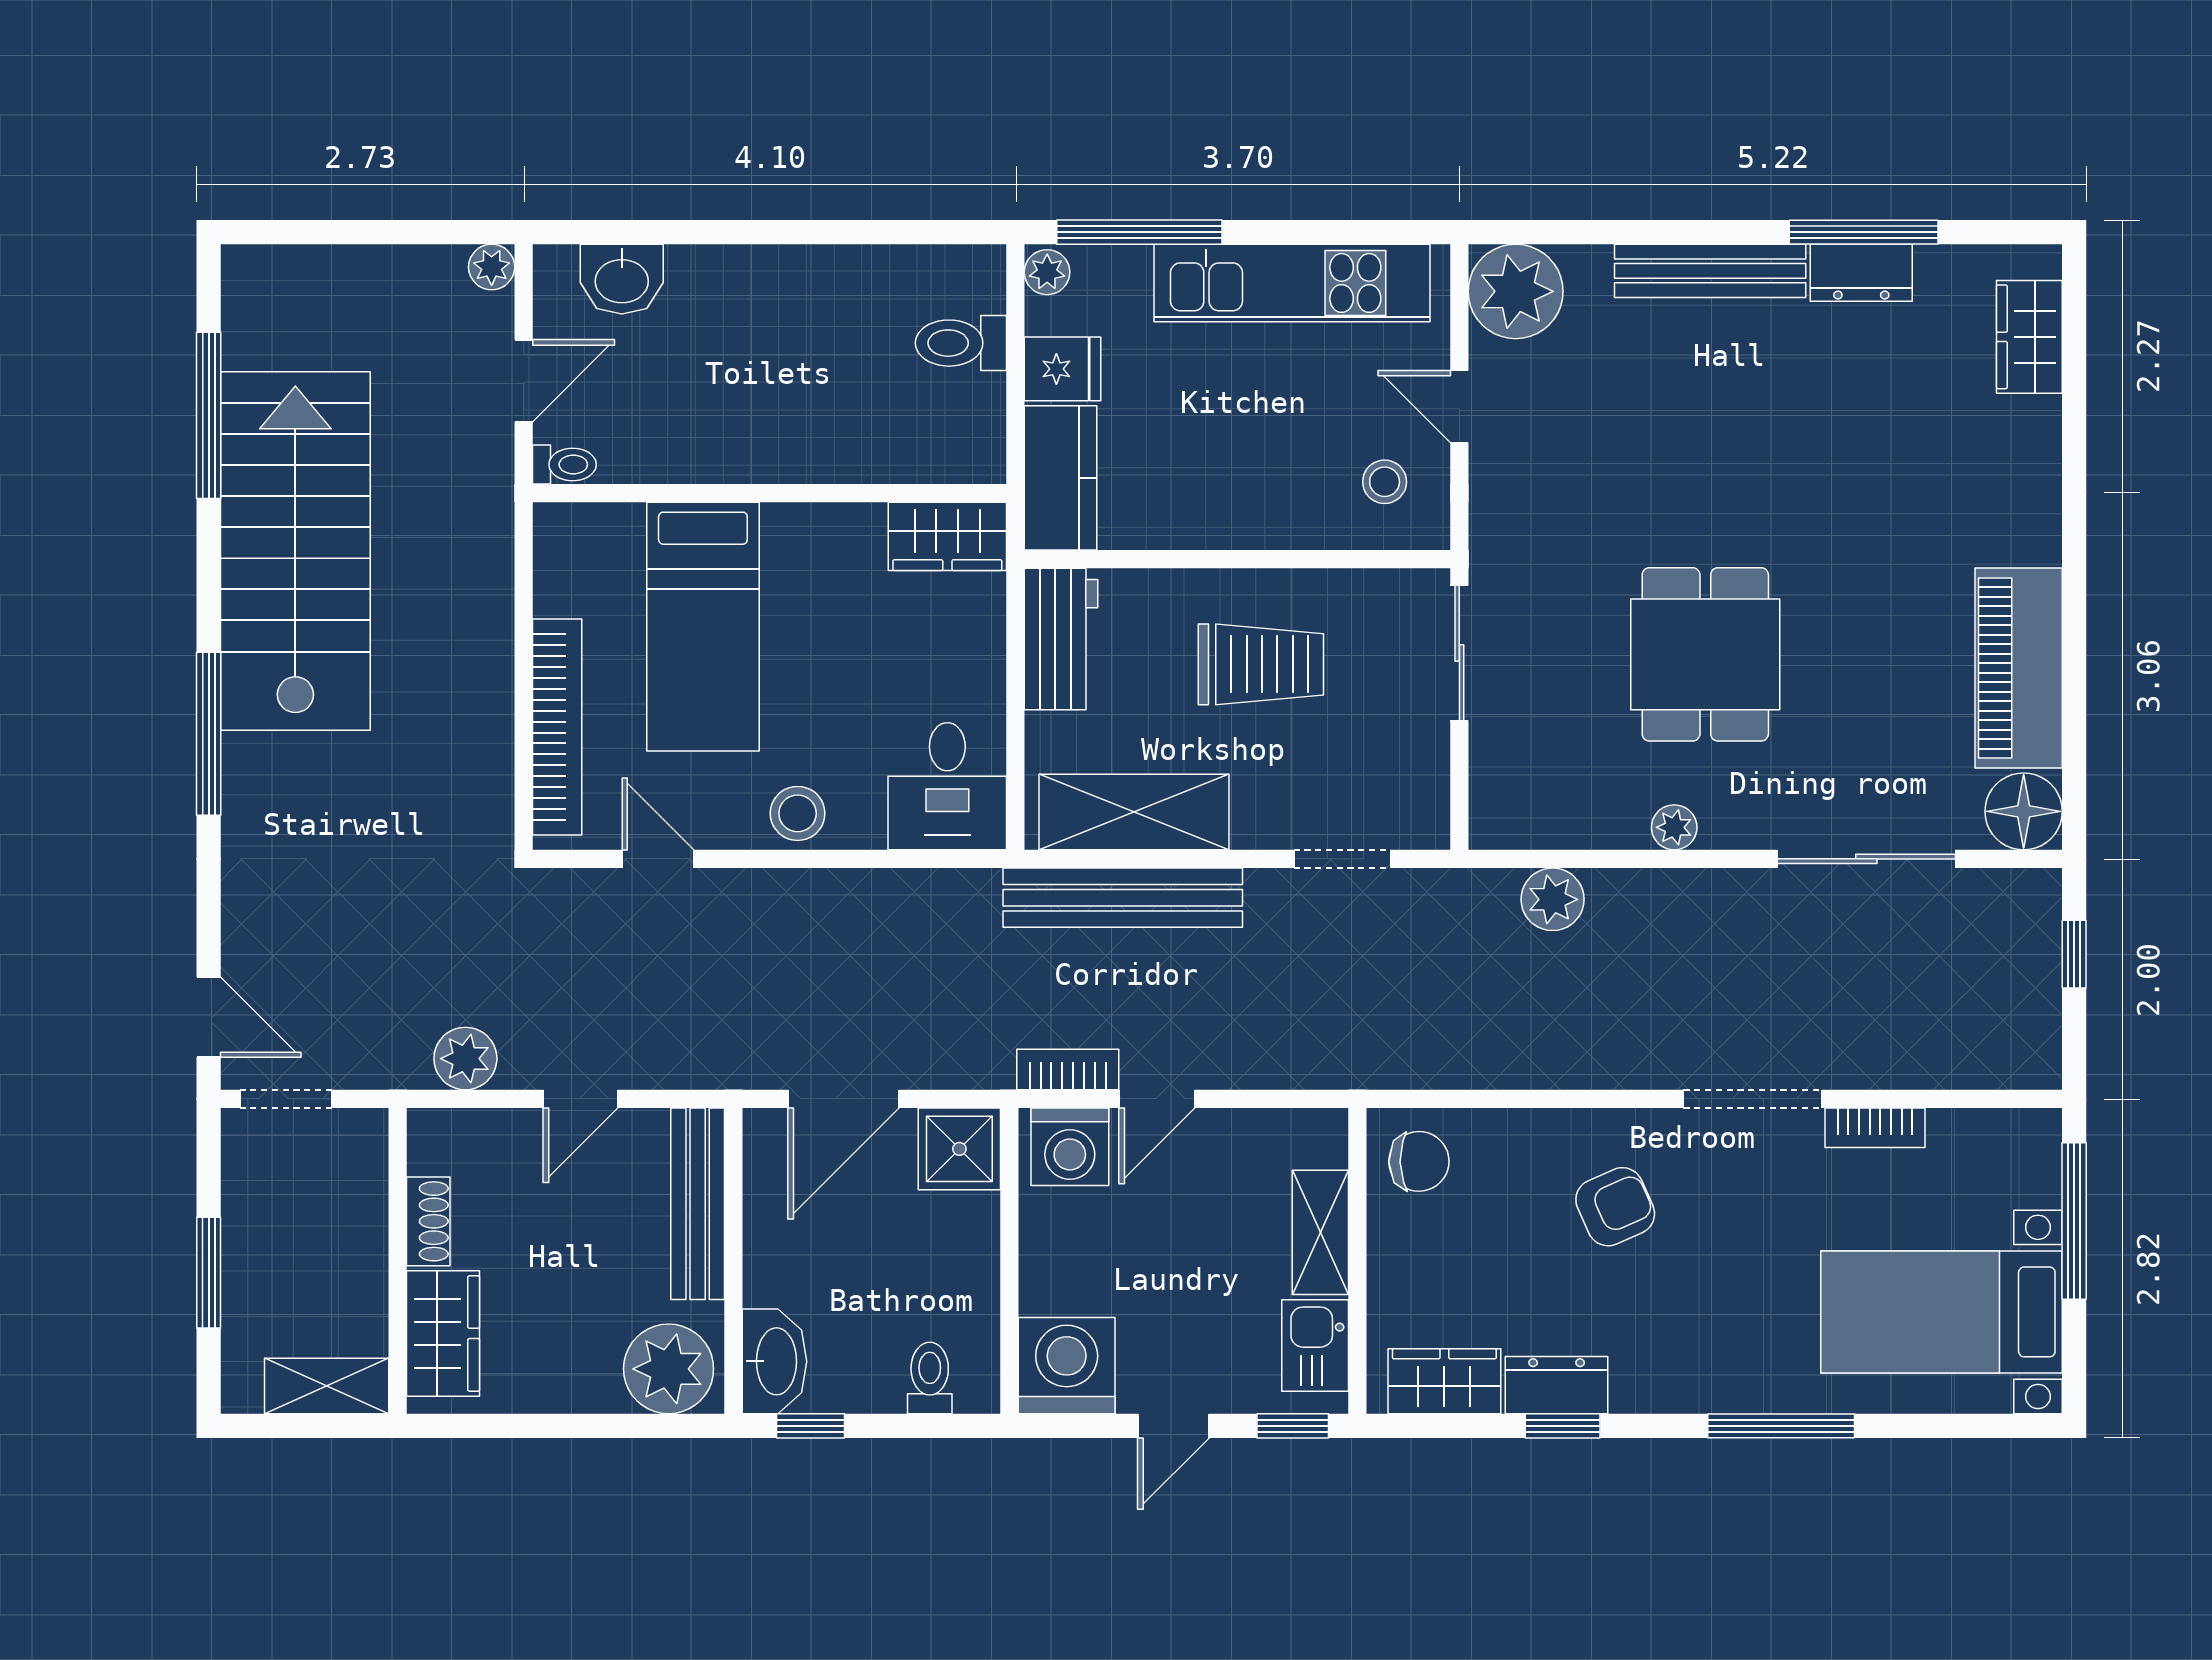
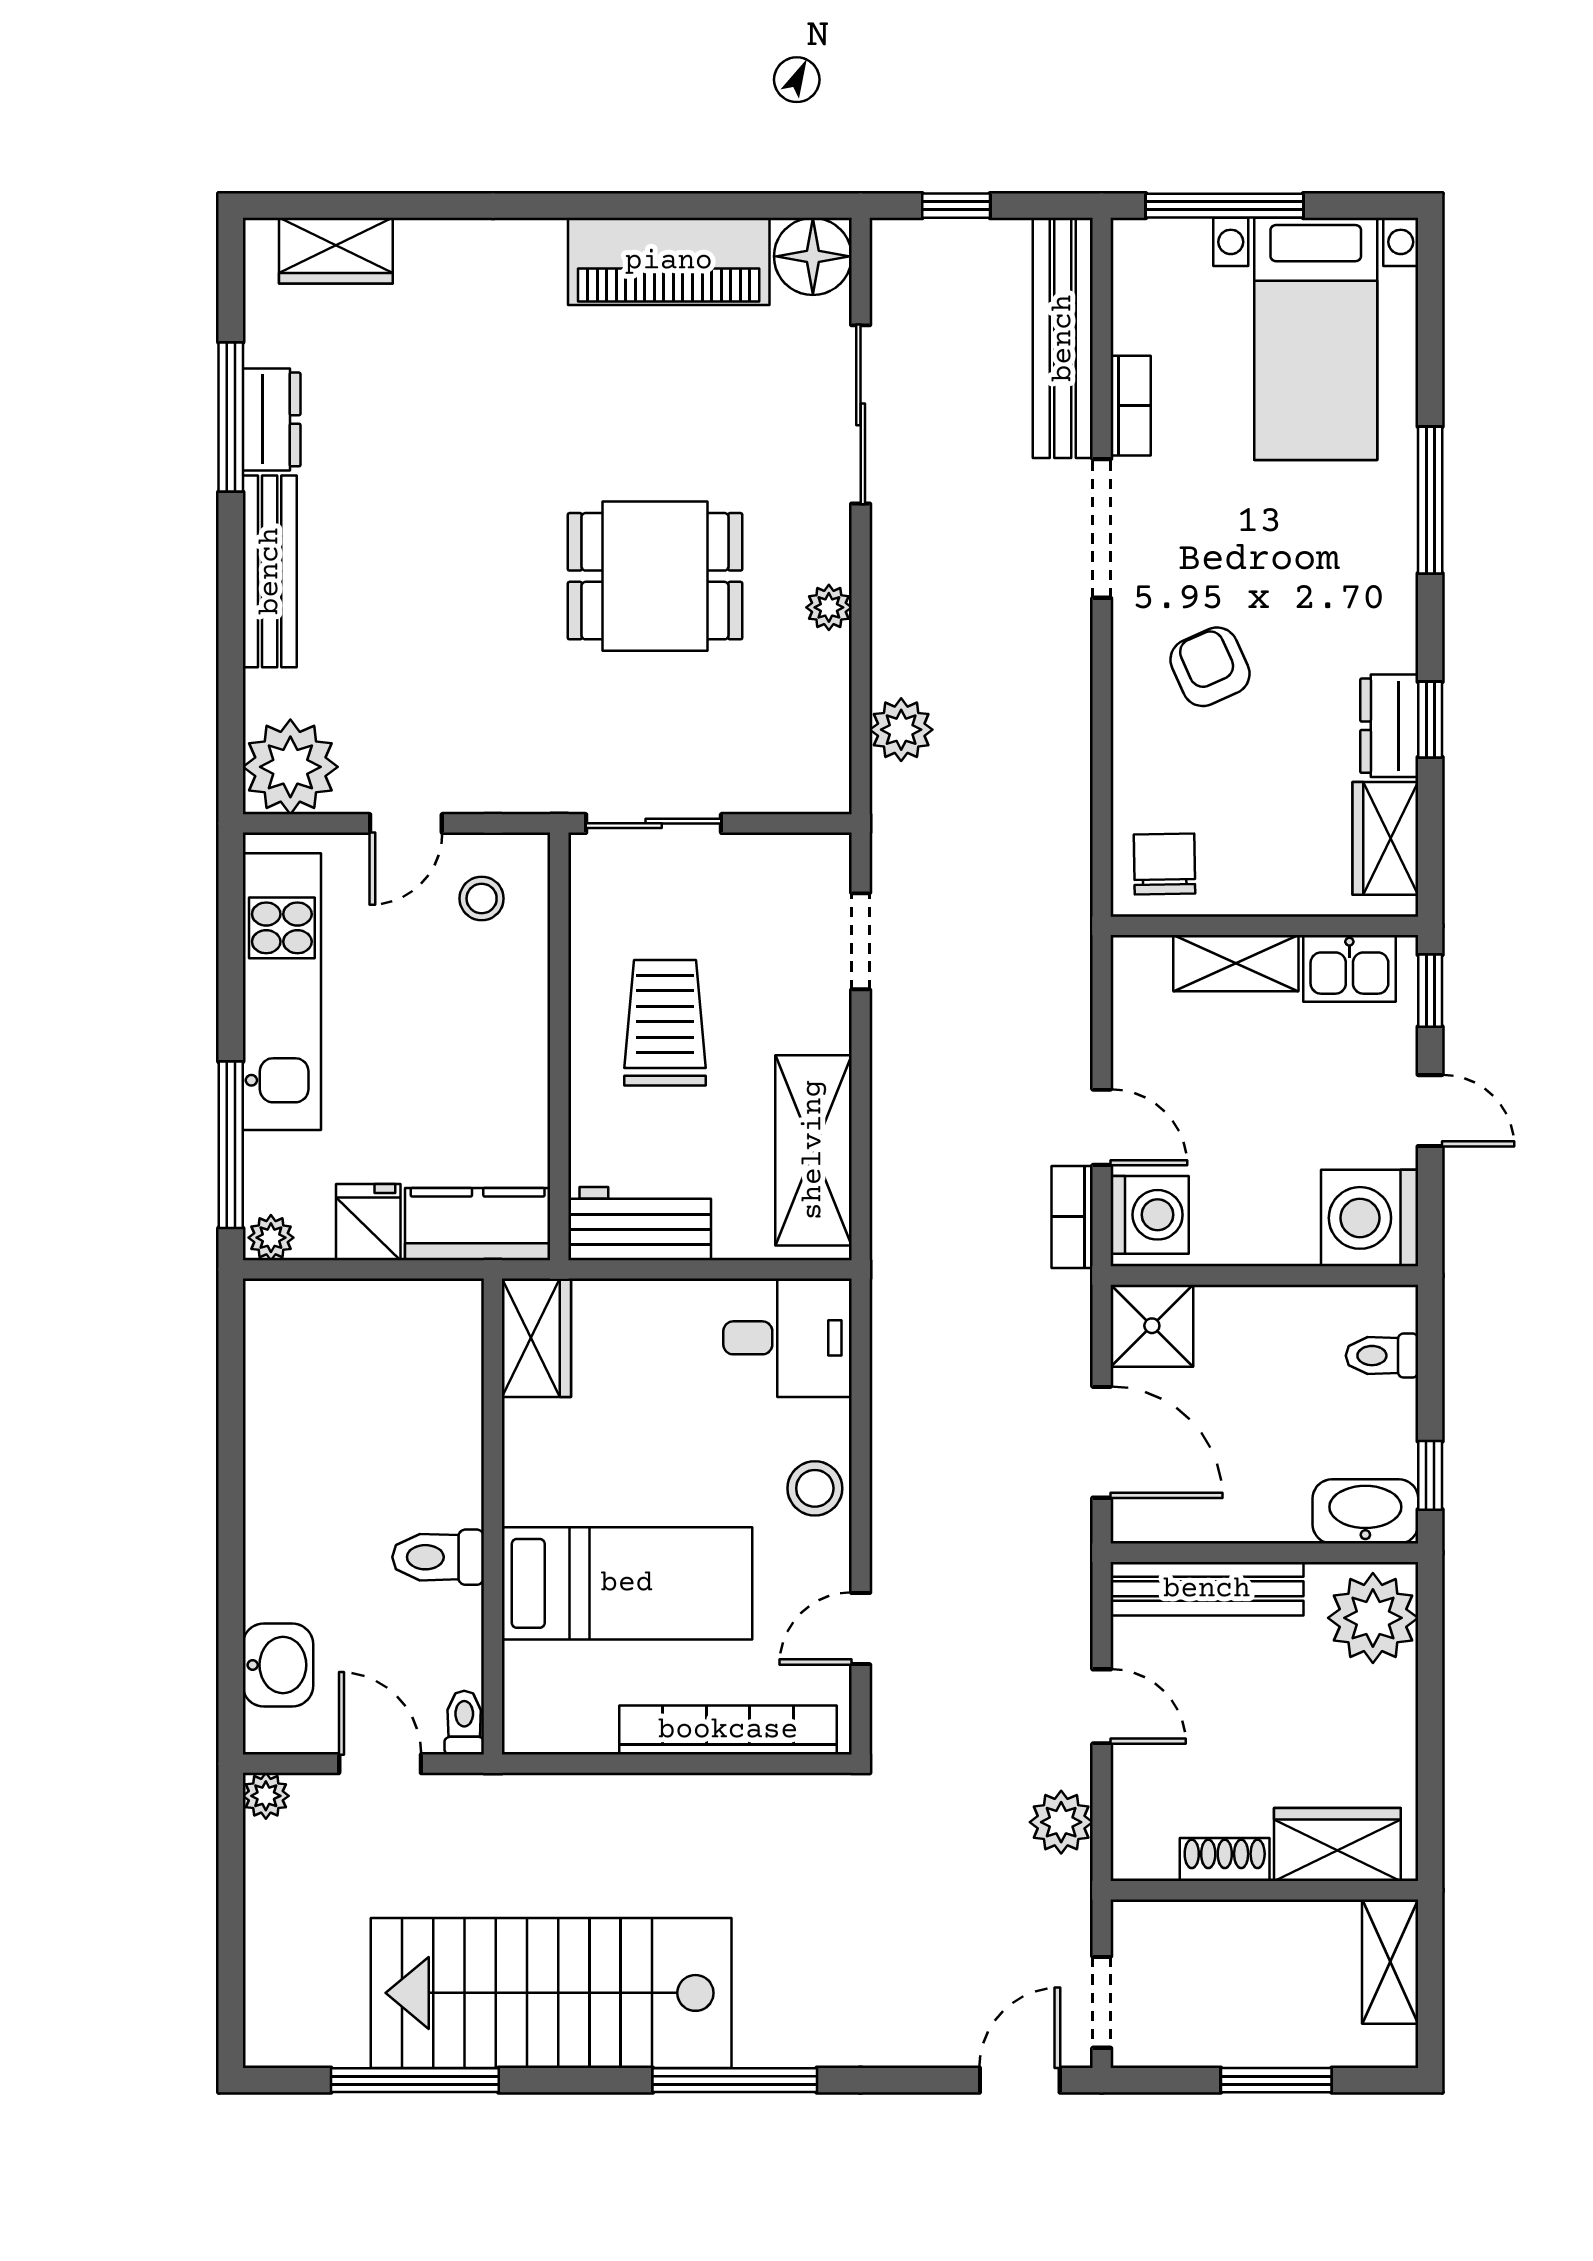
toilet: (961, 343) -> (438, 1557), moved, turned 90
bench: (1123, 898) -> (1063, 338), moved

